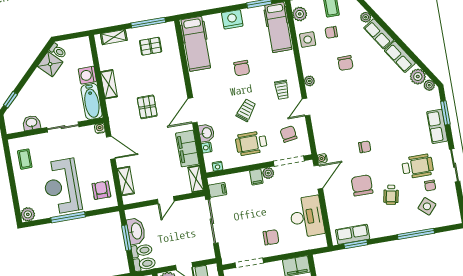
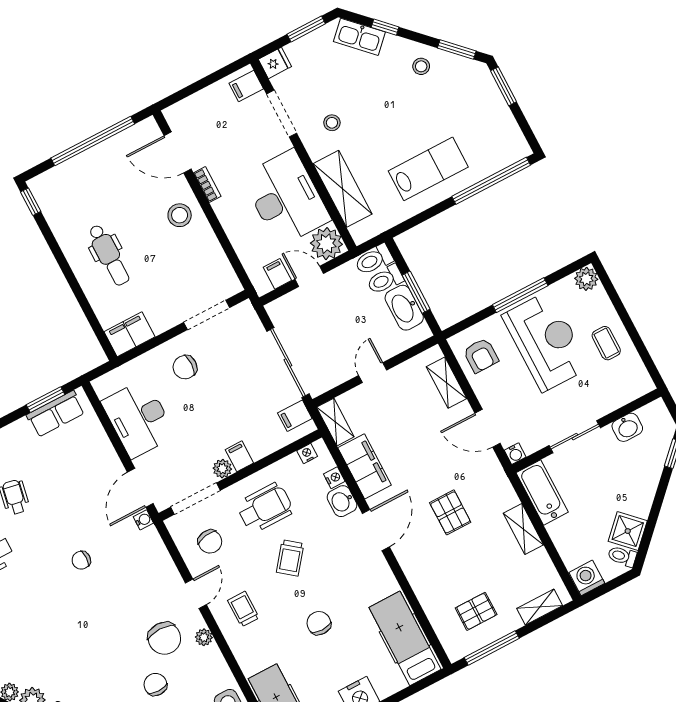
washing machine: (87, 75) -> (587, 578), moved, turned -90
coffee table: (25, 159) -> (606, 343), moved
chair: (362, 185) -> (164, 638), moved

